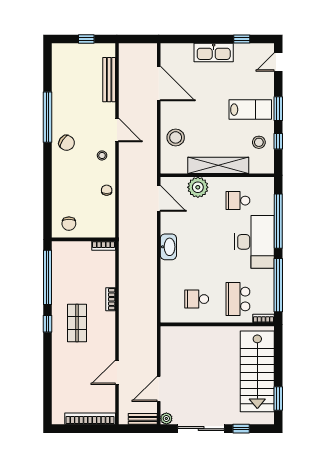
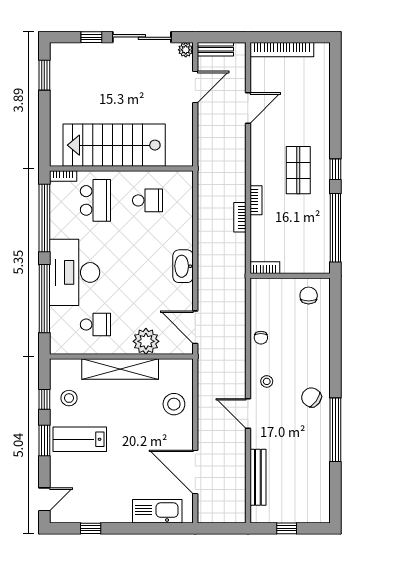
kitchen sink: (214, 53) -> (157, 511), moved
bookcase: (123, 286) -> (240, 217), added
stairs: (257, 371) -> (114, 145), moved, turned -90

